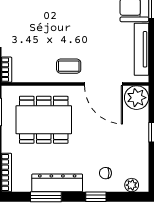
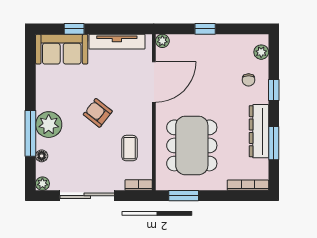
armchair: (74, 31) -> (98, 113), added
coffee table: (69, 66) -> (129, 148), moved
plant: (137, 98) -> (162, 41), width x0.53, depth x0.53

